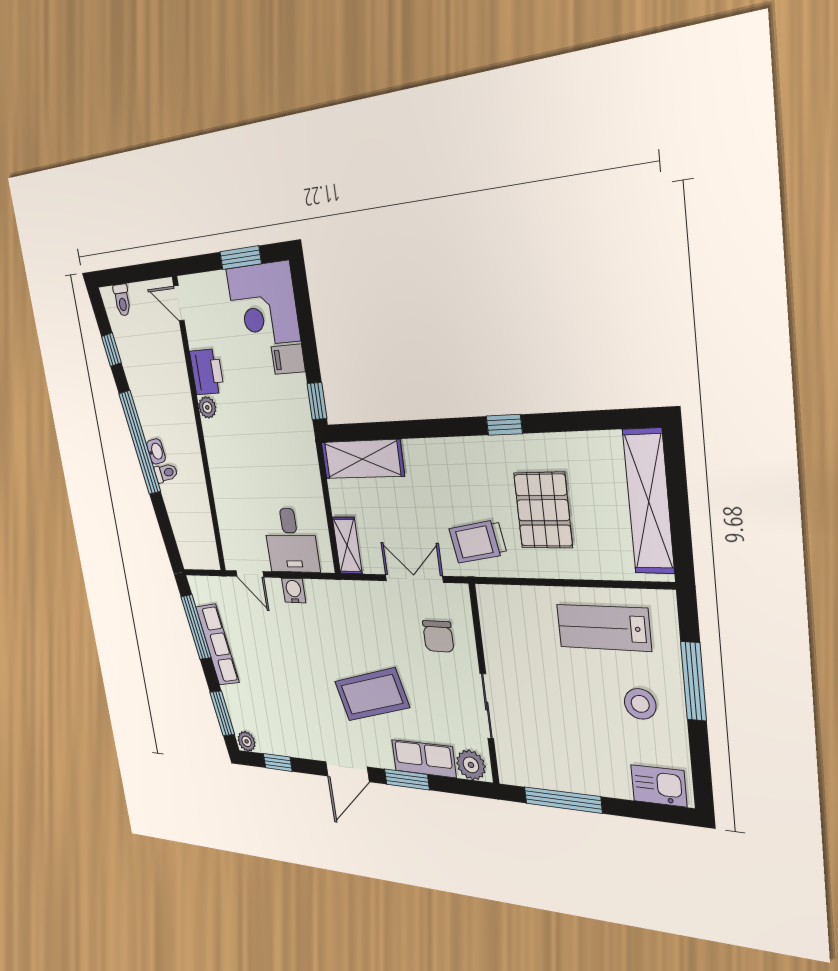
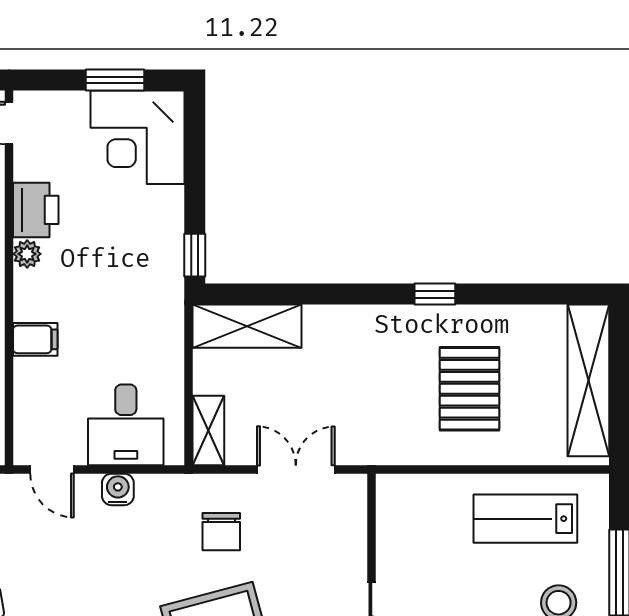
filing cabinet: (288, 359) -> (35, 339), moved, turned 180
trolley: (478, 541) -> (386, 424), removed
chair: (438, 636) -> (221, 532), moved

